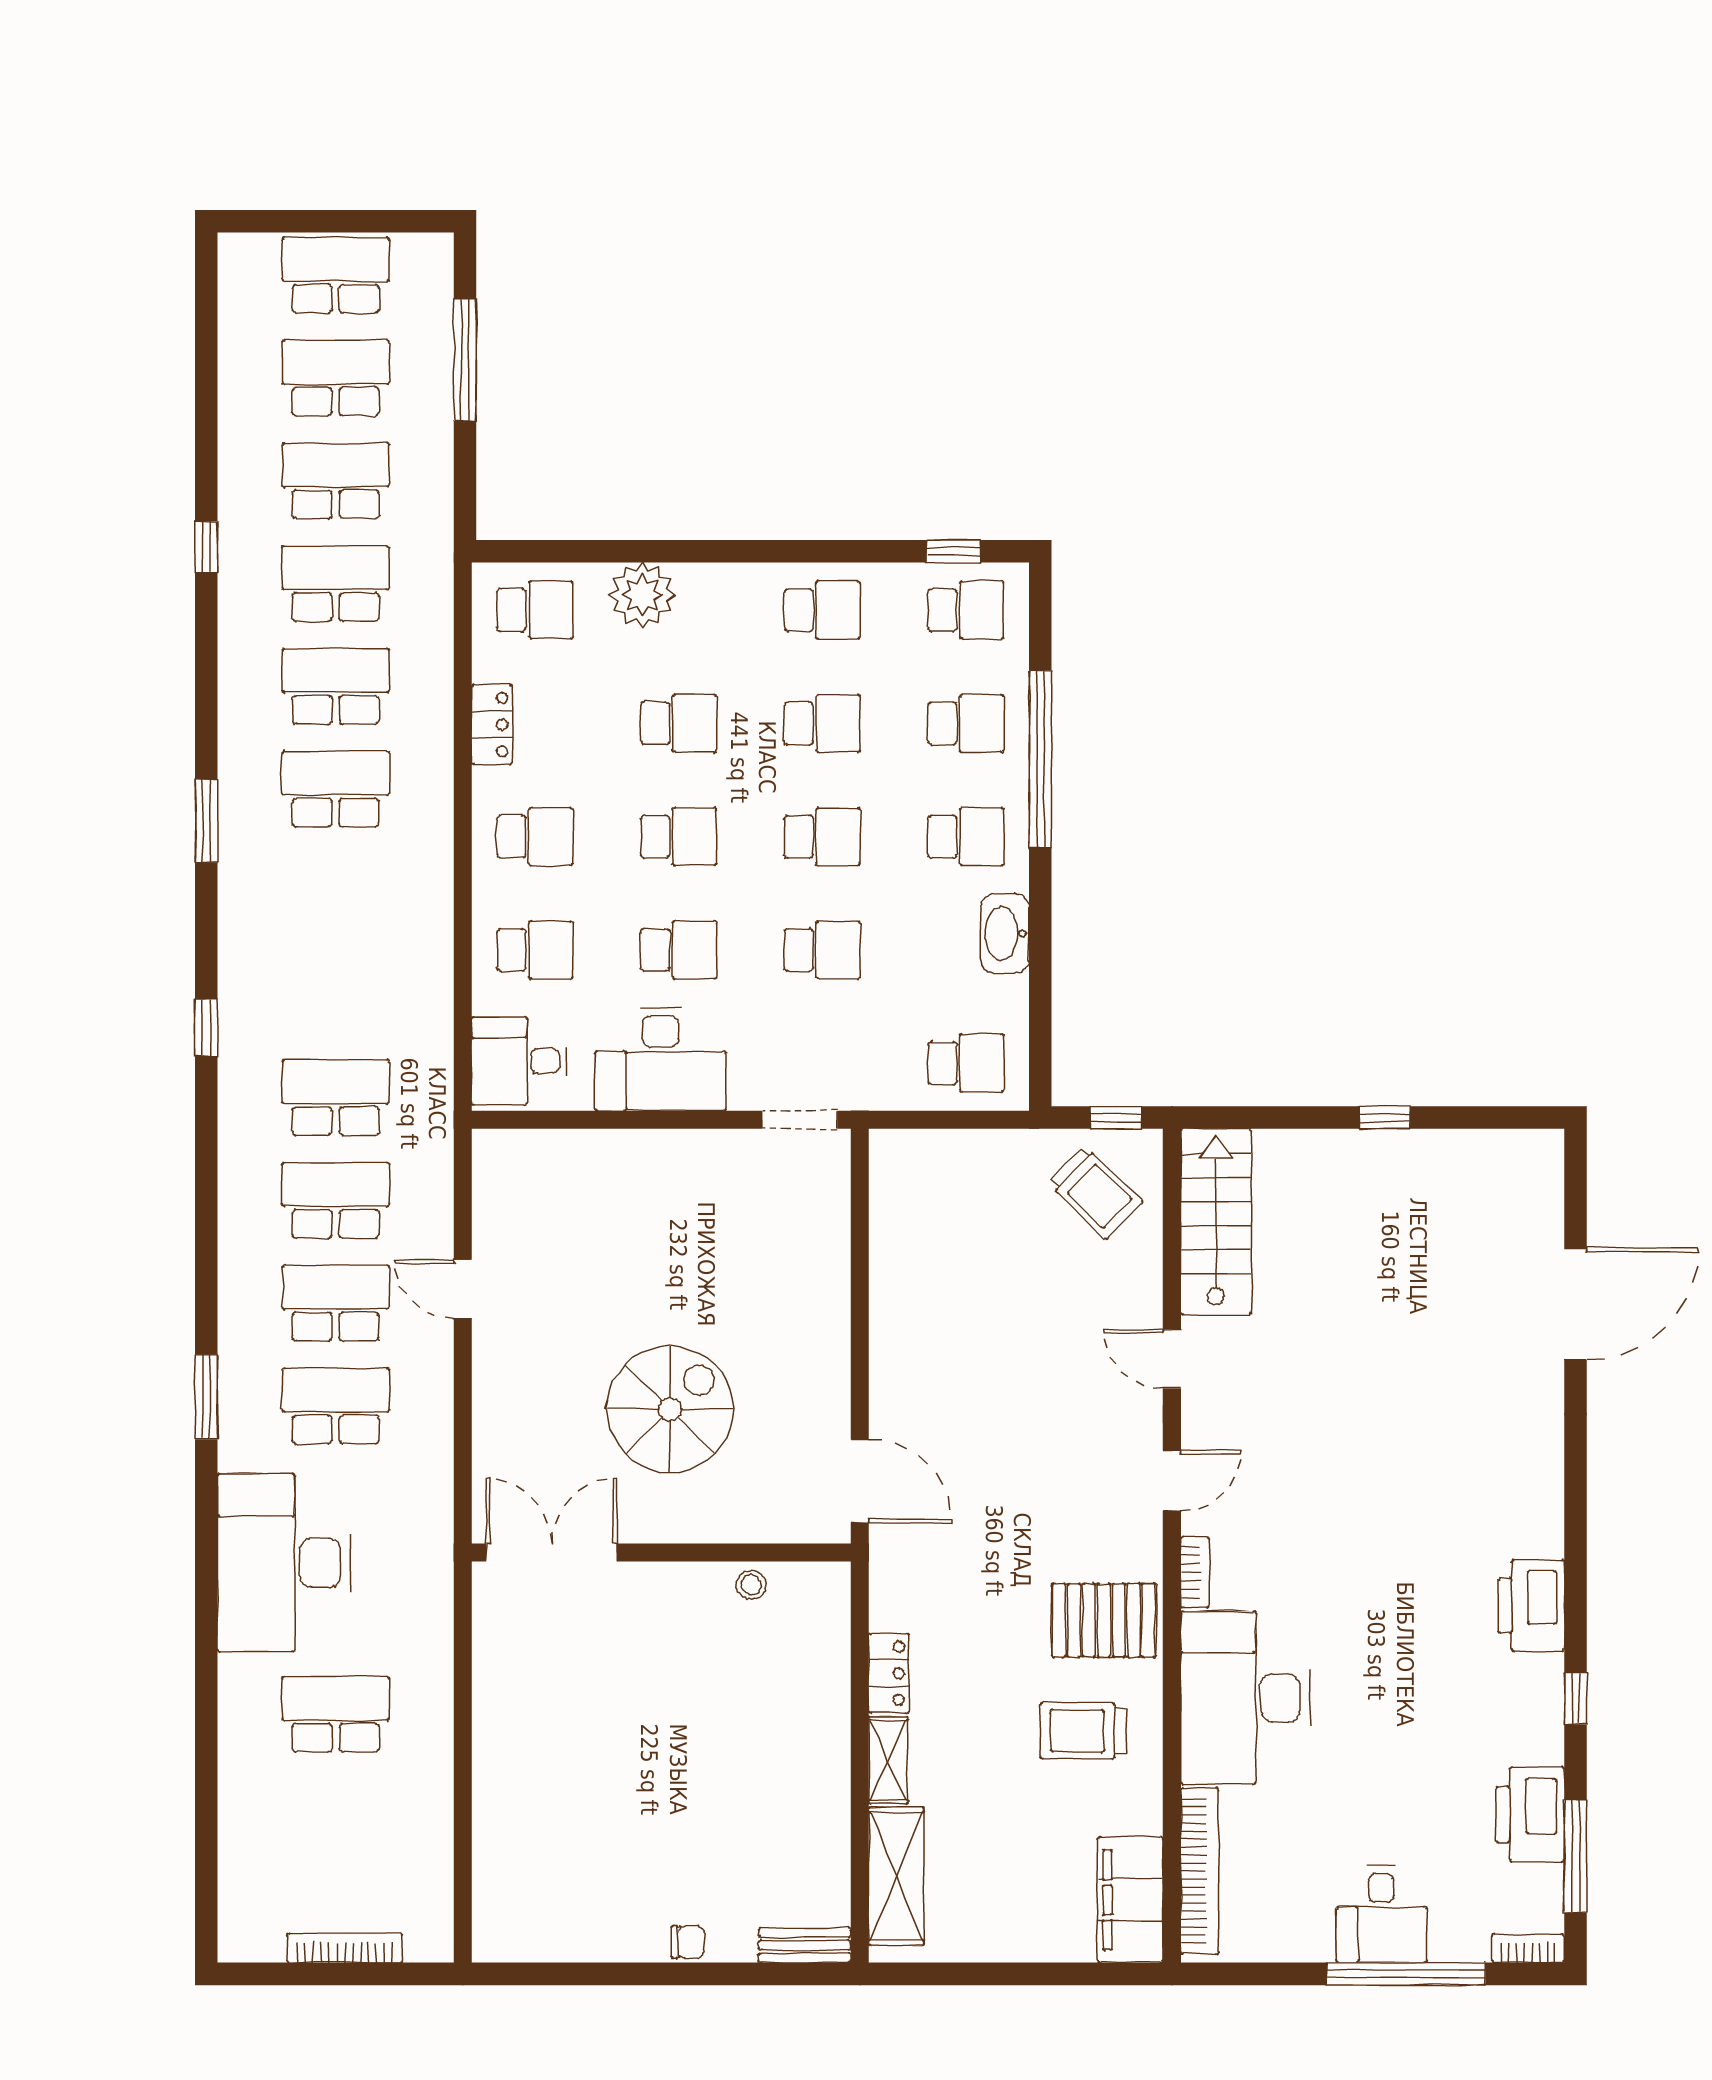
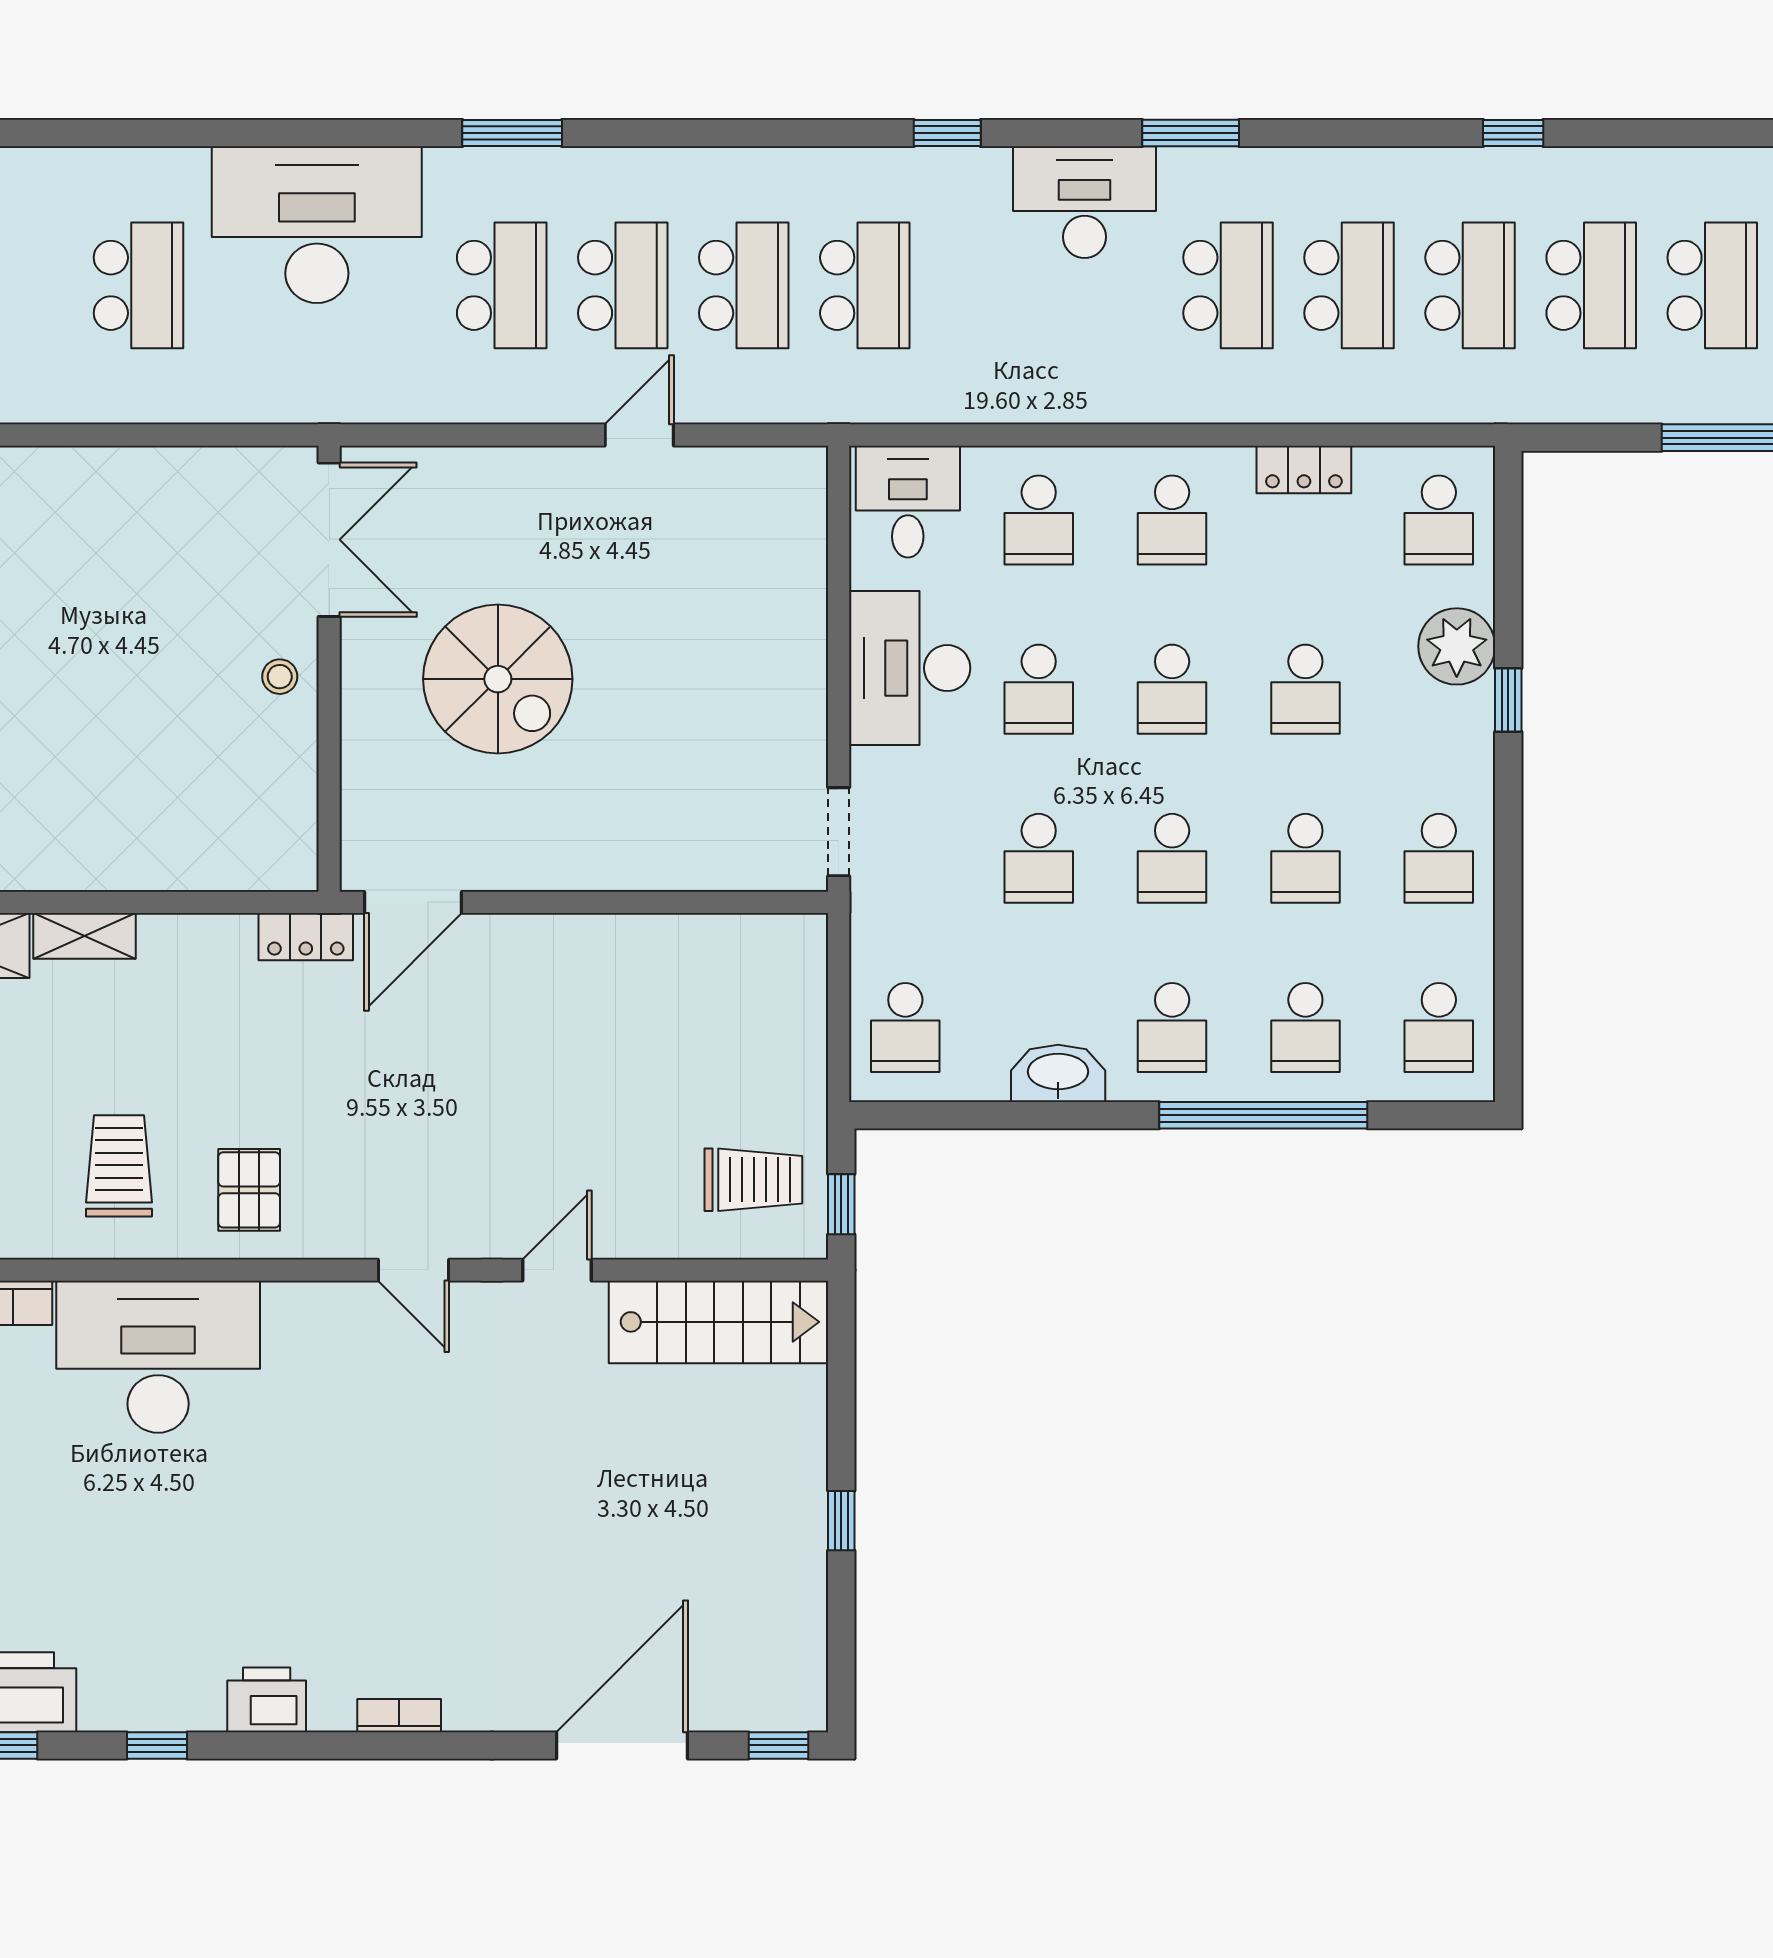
window: (954, 551) -> (1508, 700), moved
desk: (265, 911) -> (1085, 202), added
window: (1575, 1171) -> (778, 1745), added
trolley: (1095, 1192) -> (753, 1180), turned -134
door: (1575, 1304) -> (622, 1745), swing flipped
bookcase: (1195, 1572) -> (399, 1716), moved, turned 180
stool: (751, 1585) -> (280, 677), moved
printer: (1531, 1606) -> (267, 1700), width x0.73, depth x0.84
pallet: (1104, 1620) -> (249, 1190), width x0.67, depth x0.71
locker: (889, 1673) -> (306, 937), moved

